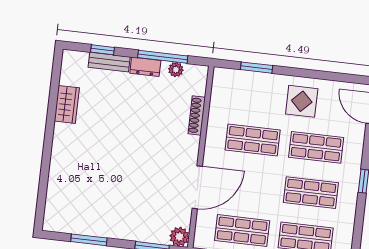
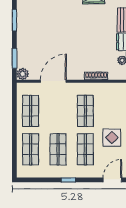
door: (197, 187) -> (53, 81), swing flipped

